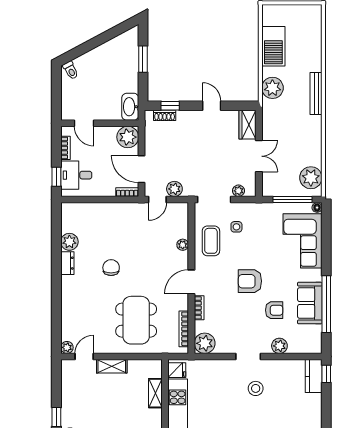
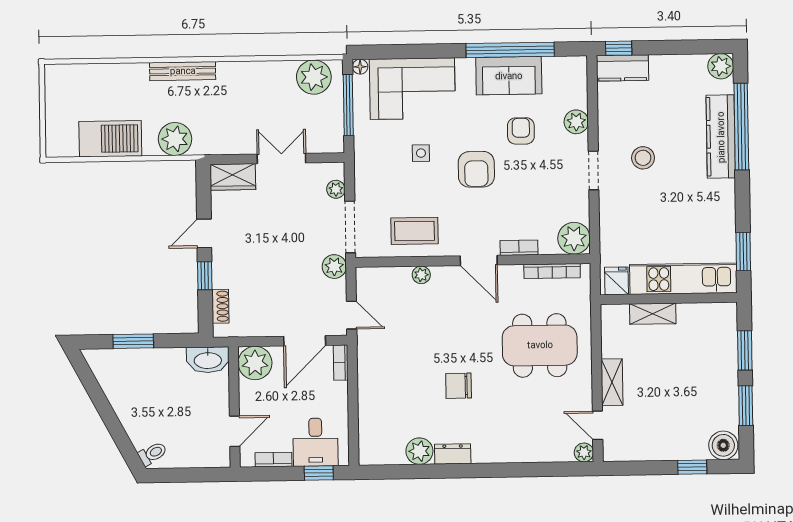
window: (170, 106) -> (205, 276), moved
plant: (174, 189) -> (334, 267), moved
side table: (236, 227) -> (421, 153), moved

